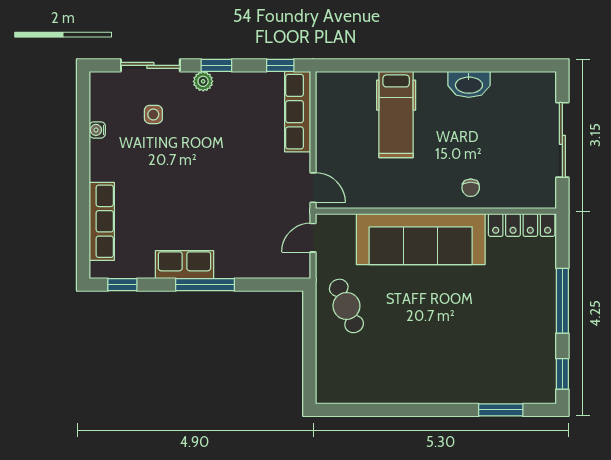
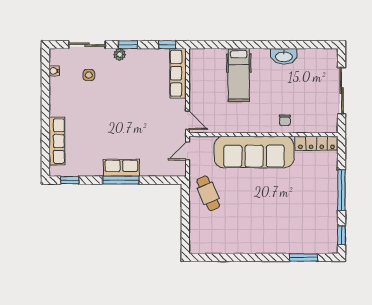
water cooler: (97, 130) -> (54, 71), moved
row of seats: (184, 265) -> (121, 168), moved

